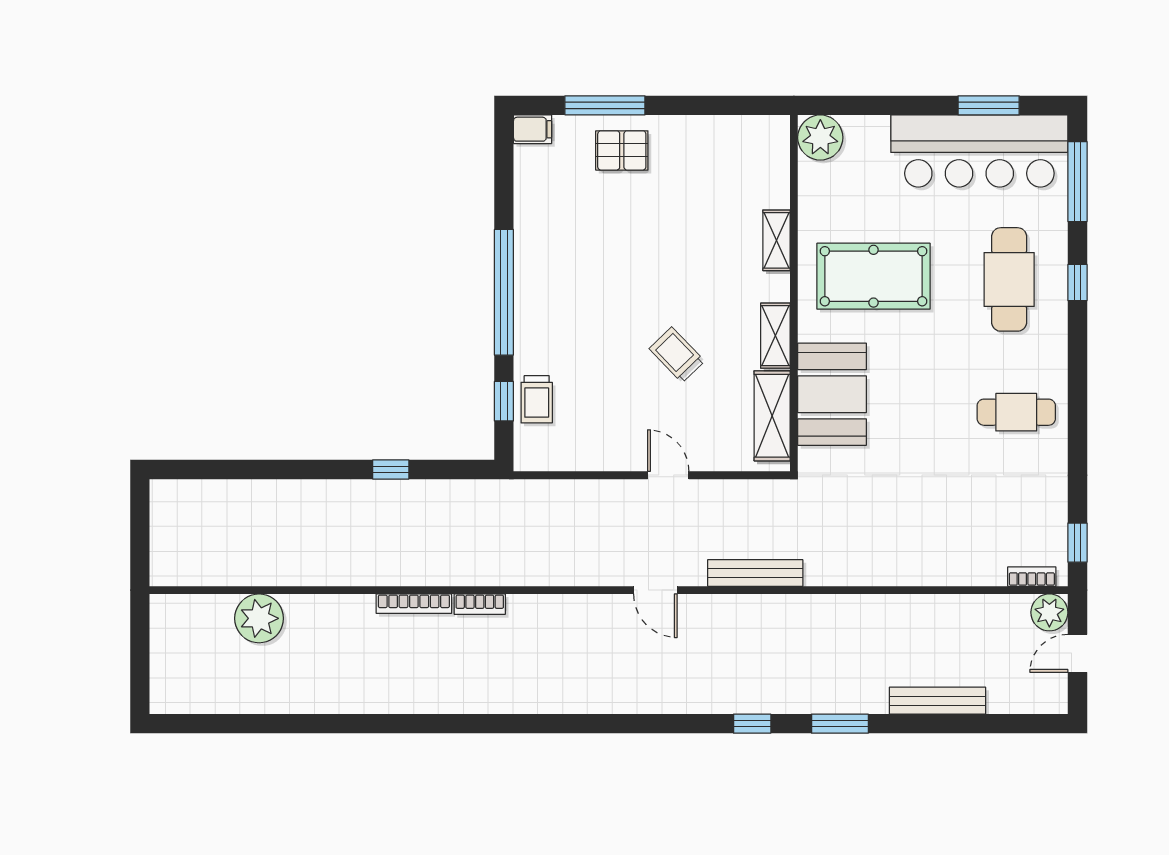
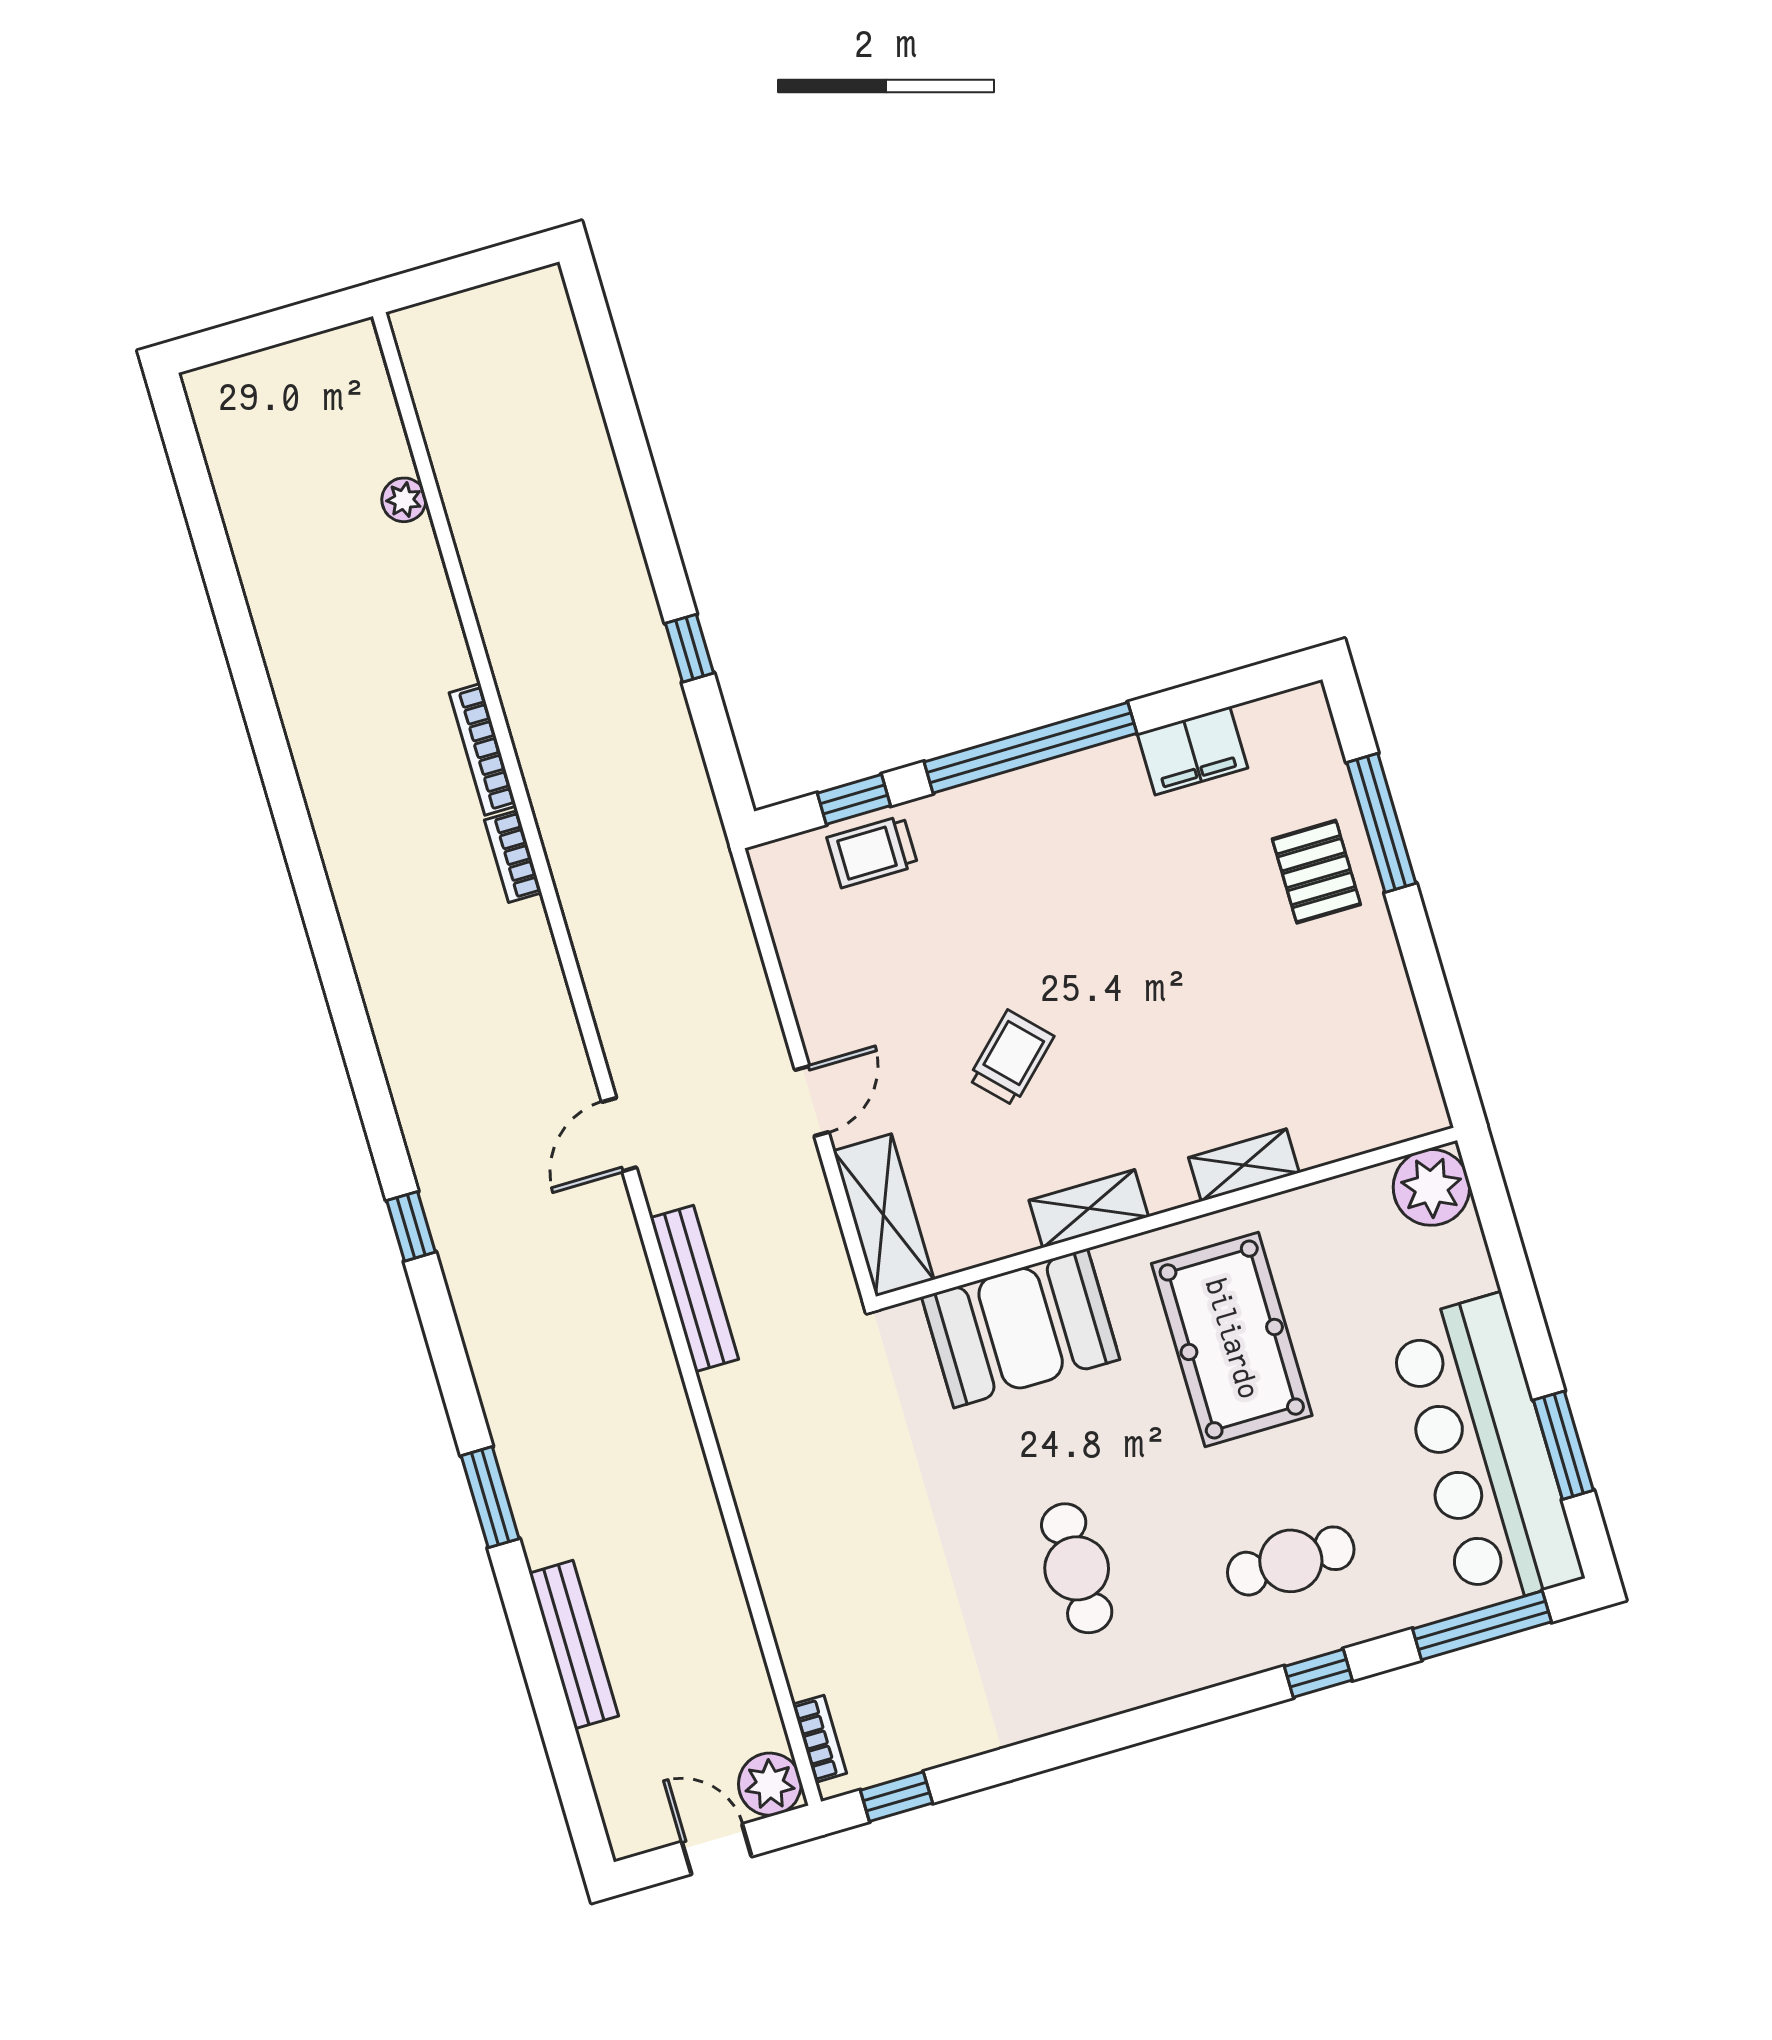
filing cabinet: (533, 129) -> (1192, 751), moved, width x2.00
cafe table: (1009, 279) -> (1291, 1561), width x0.73, depth x0.74
cafe table: (1016, 412) -> (1077, 1568), moved
shelving: (772, 416) -> (884, 1215), moved, turned 90
plant: (259, 618) -> (404, 500), width x0.53, depth x0.53
window: (752, 724) -> (411, 1226), moved

